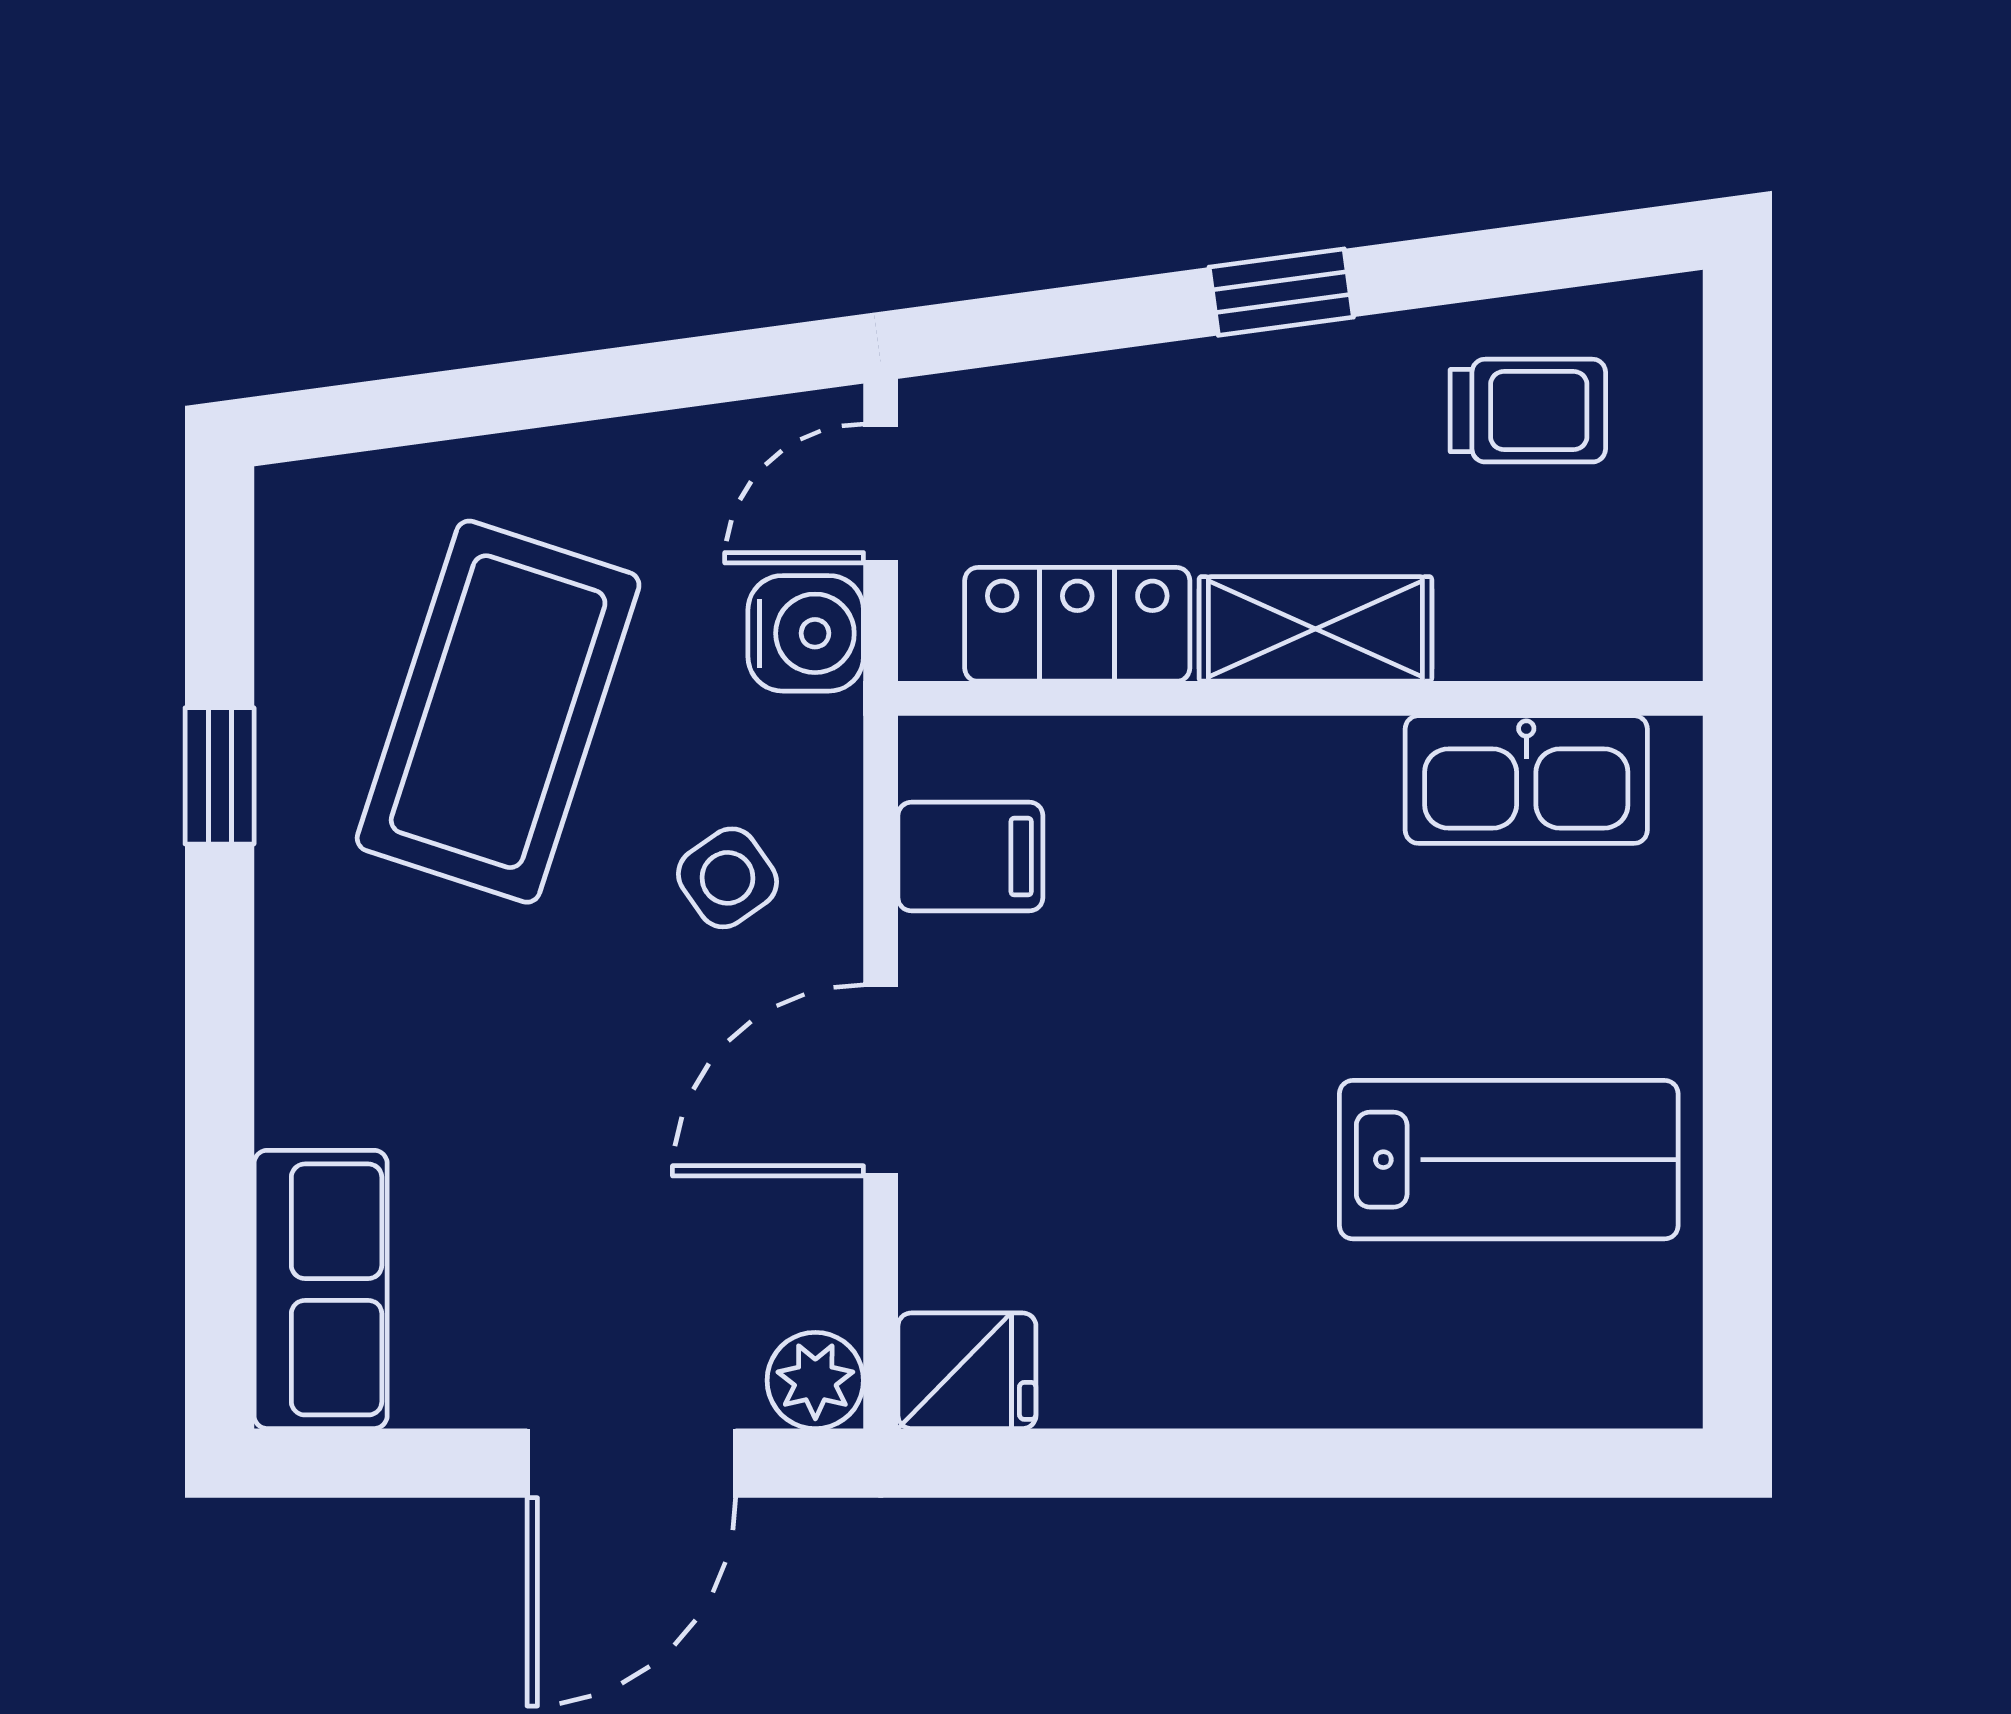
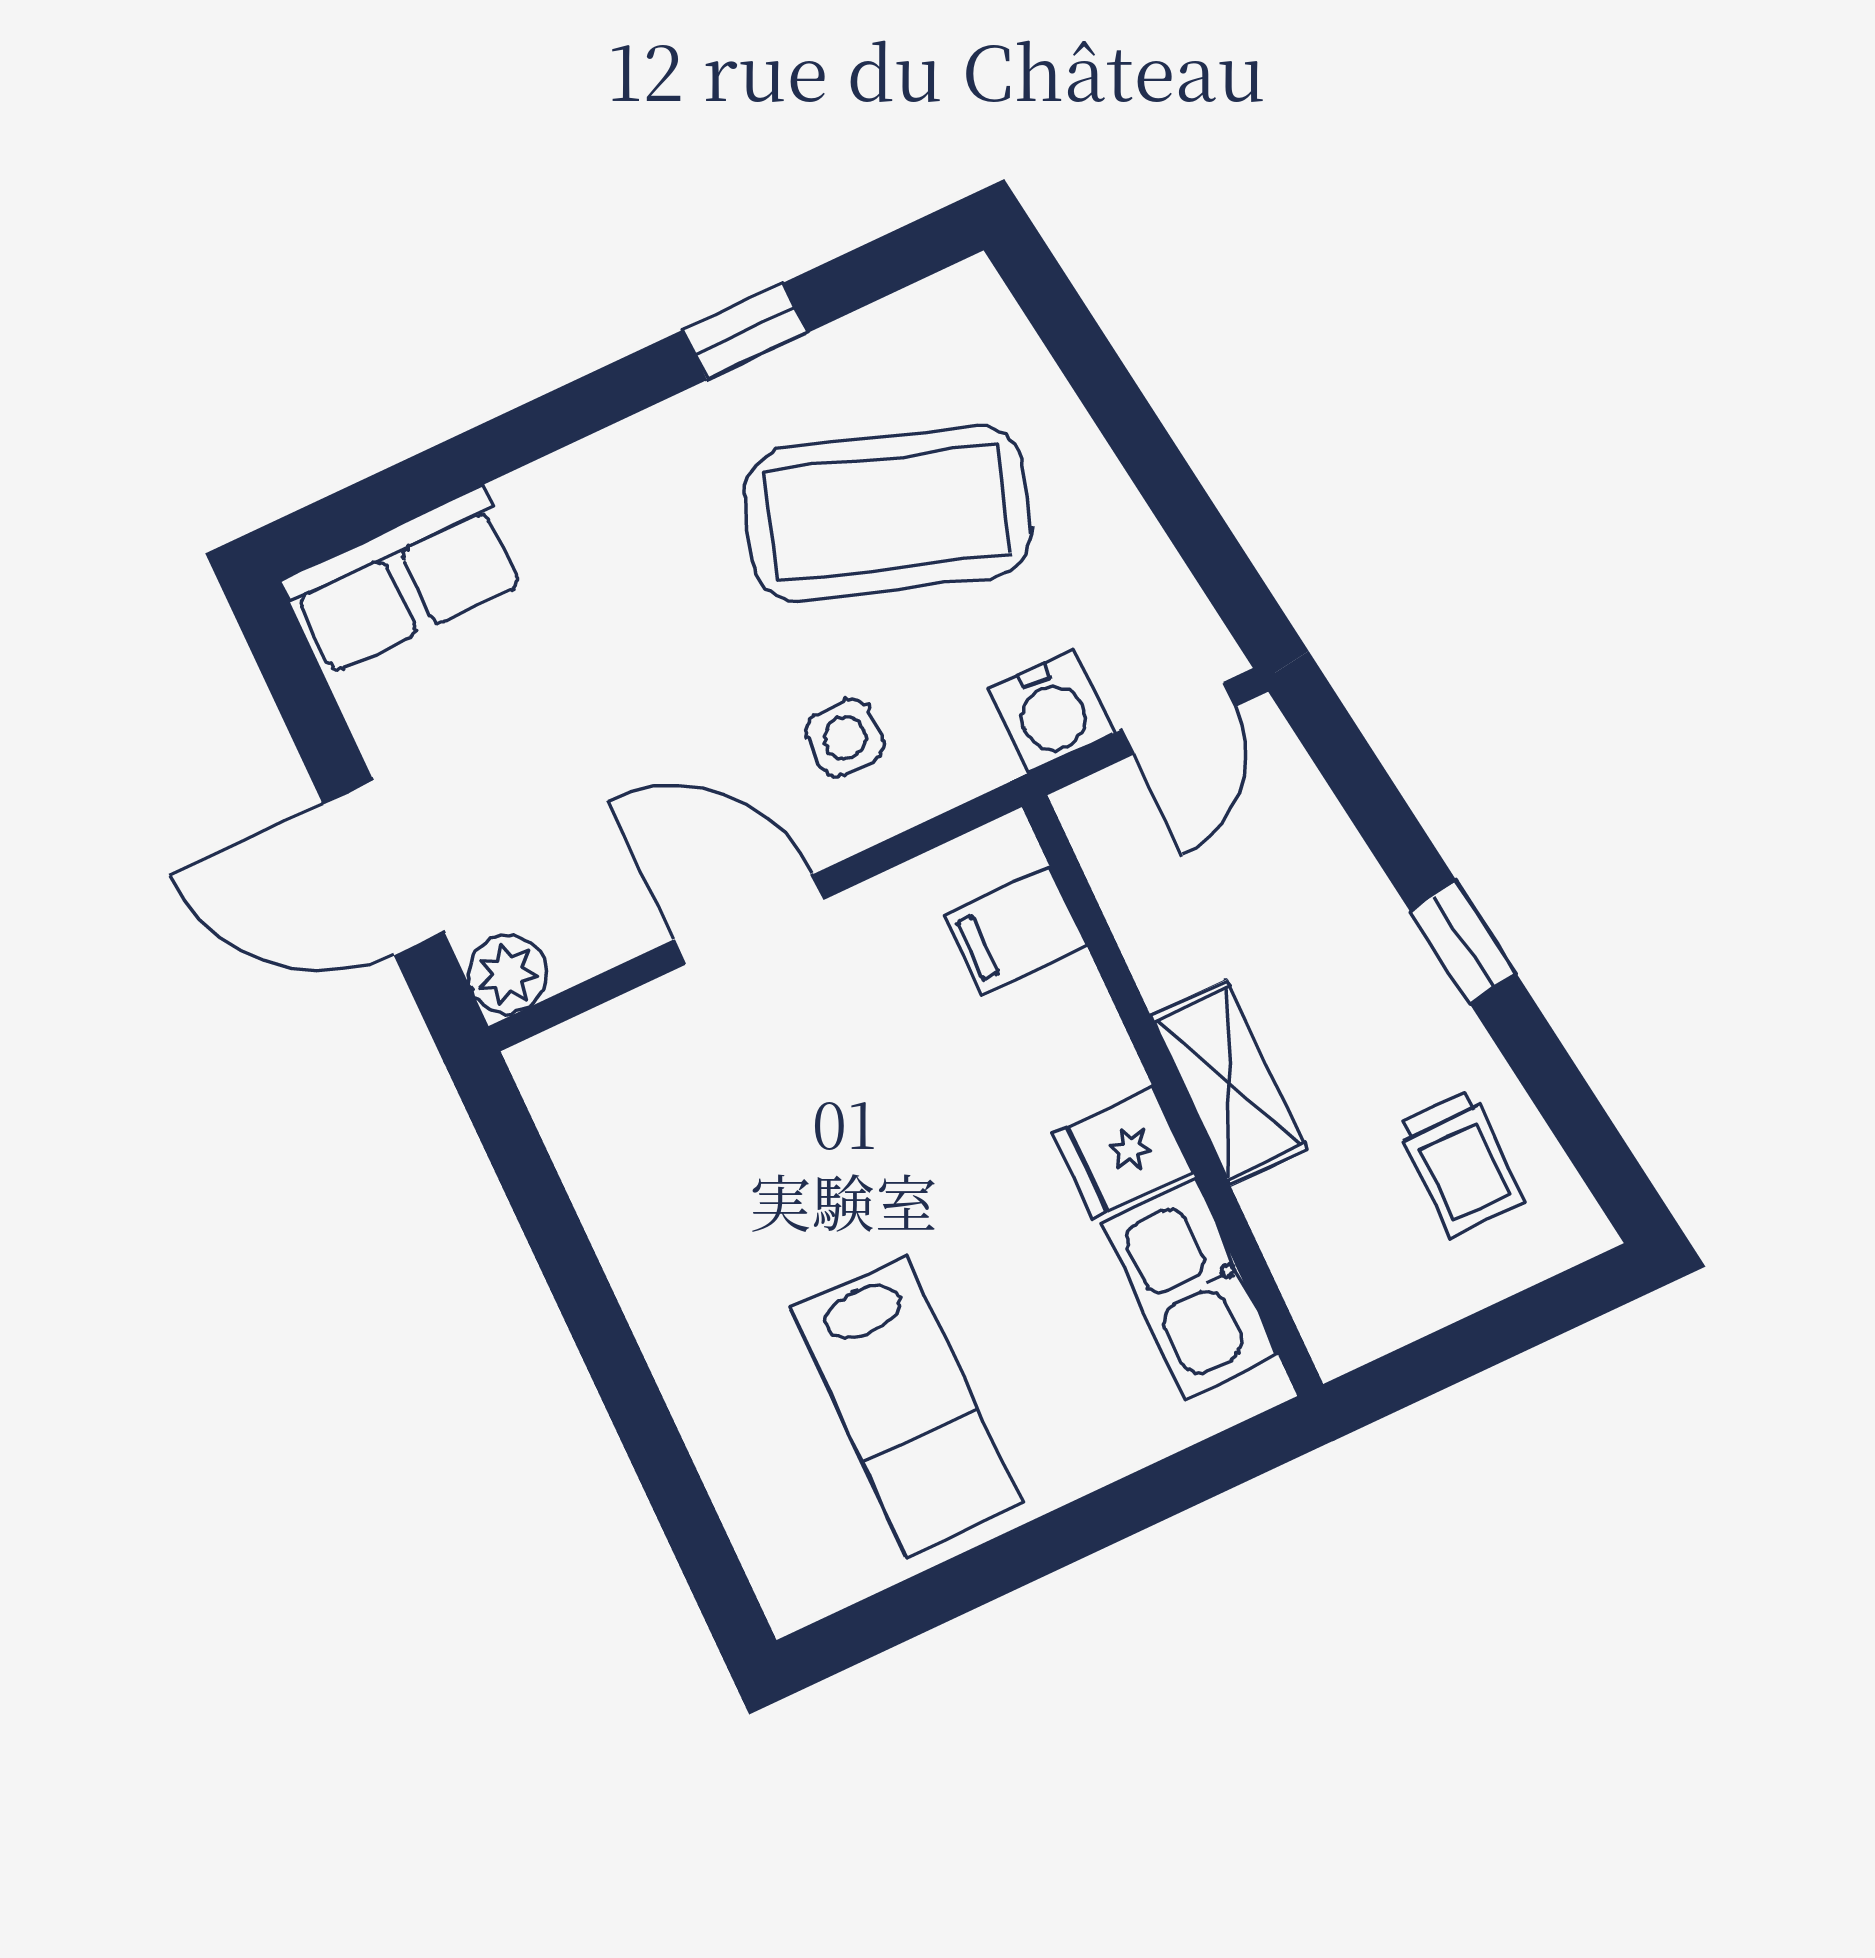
door: (881, 494) -> (1179, 718), swing flipped
locker: (1077, 624) -> (1150, 907), removed
filing cabinet: (970, 857) -> (1015, 931), moved, turned 90
side table: (727, 878) -> (845, 738), turned 35
fridge: (967, 1371) -> (1122, 1153), moved, turned 90

